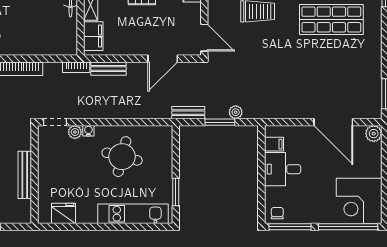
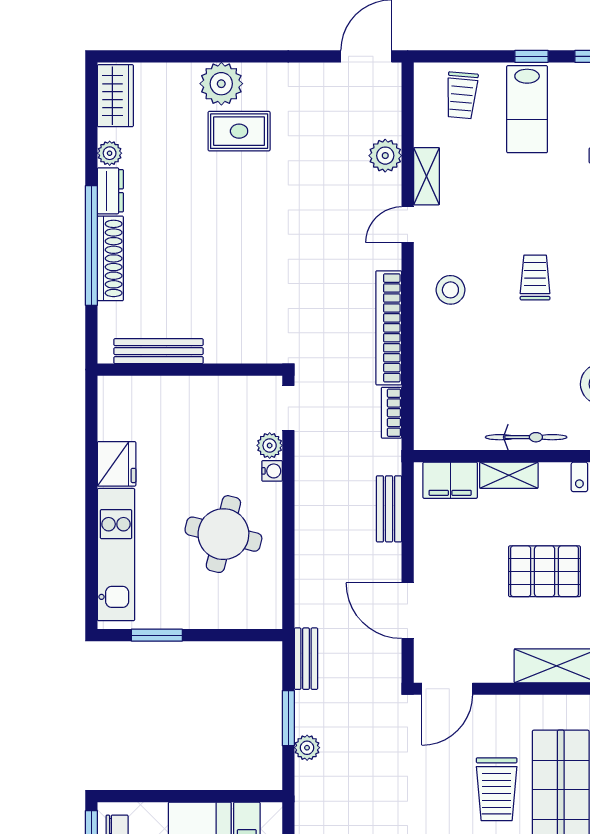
bookcase: (76, 67) -> (392, 413), moved
bench: (25, 175) -> (158, 351), moved
fridge: (64, 213) -> (117, 464), moved

